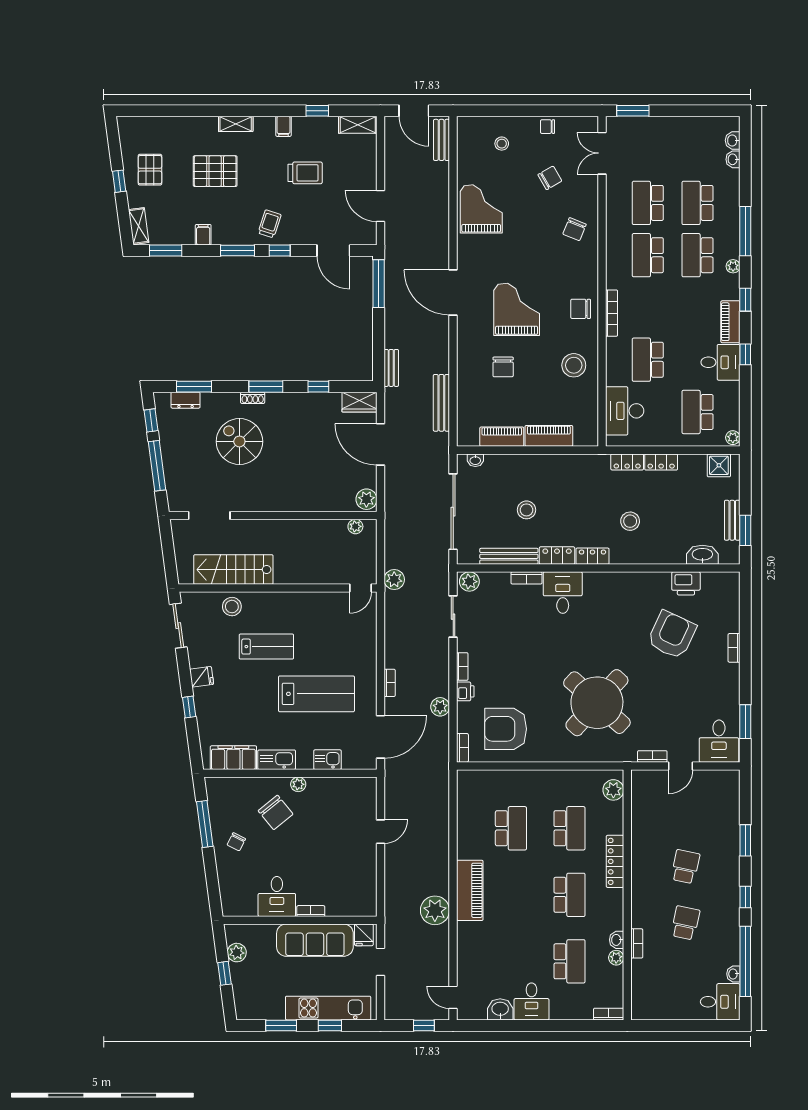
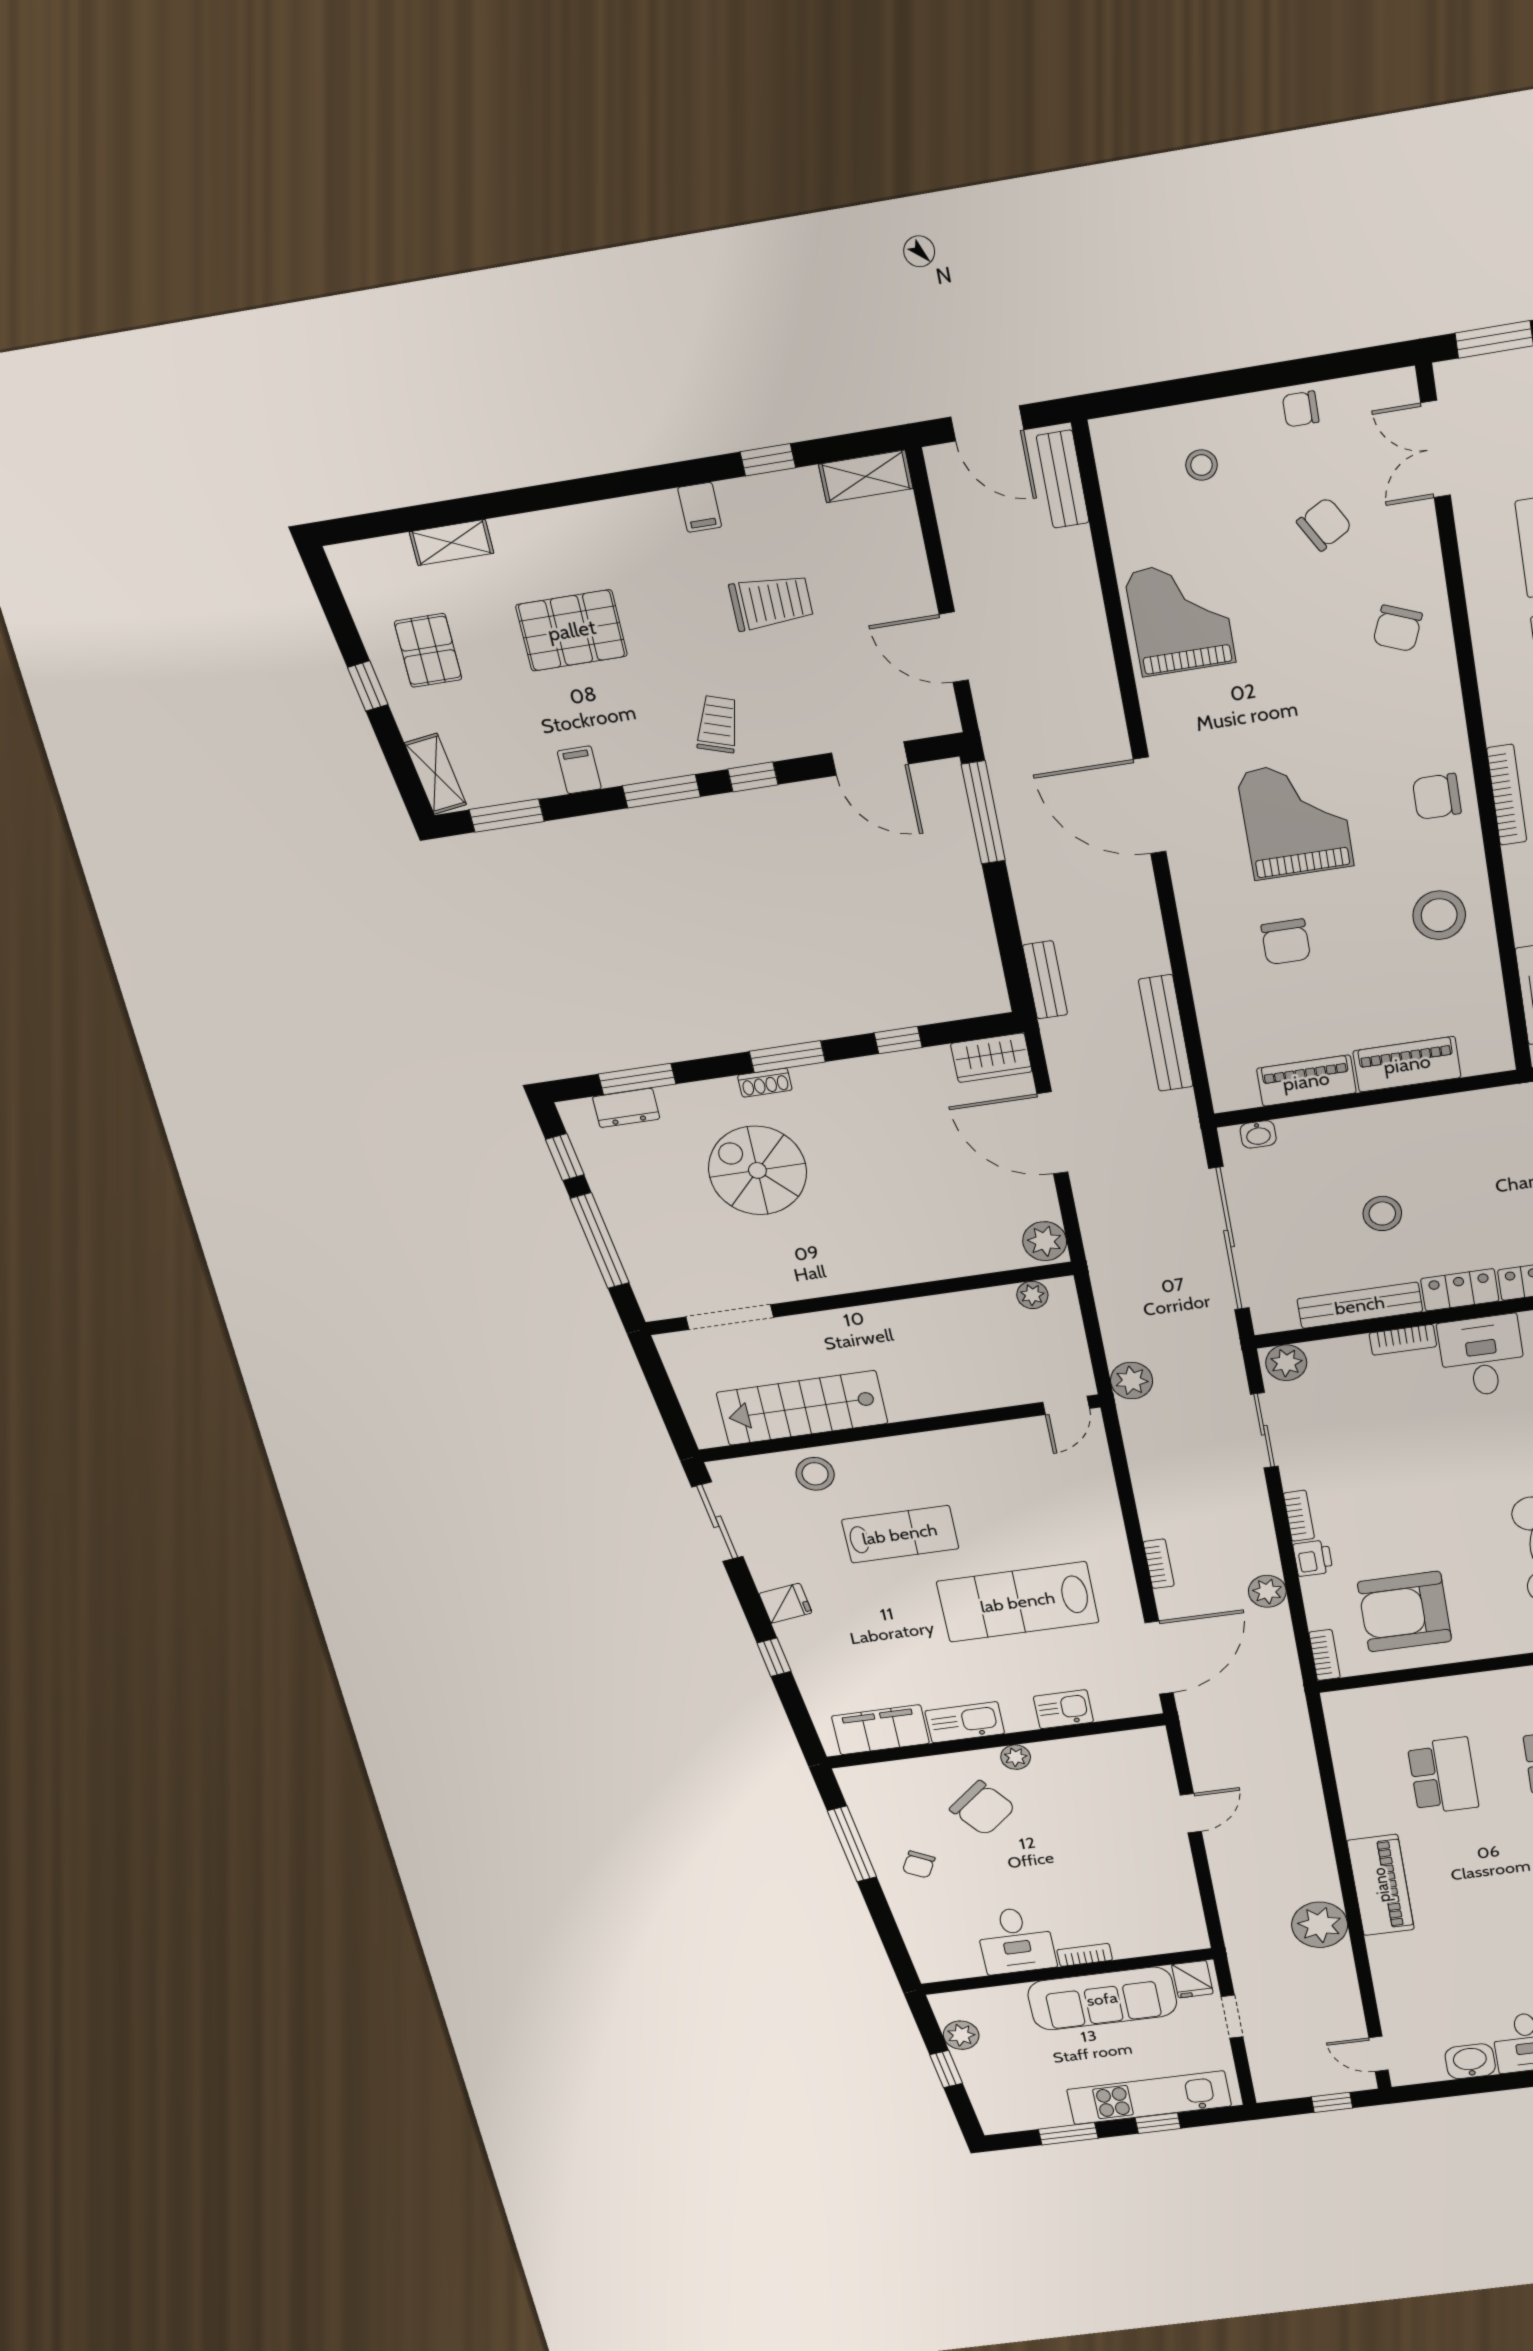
shelving: (236, 124) -> (452, 542), moved
lab bench: (316, 694) -> (1018, 1602), turned 180

